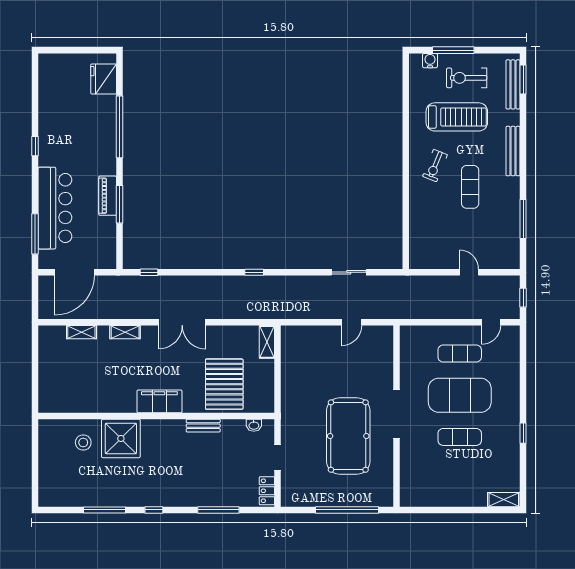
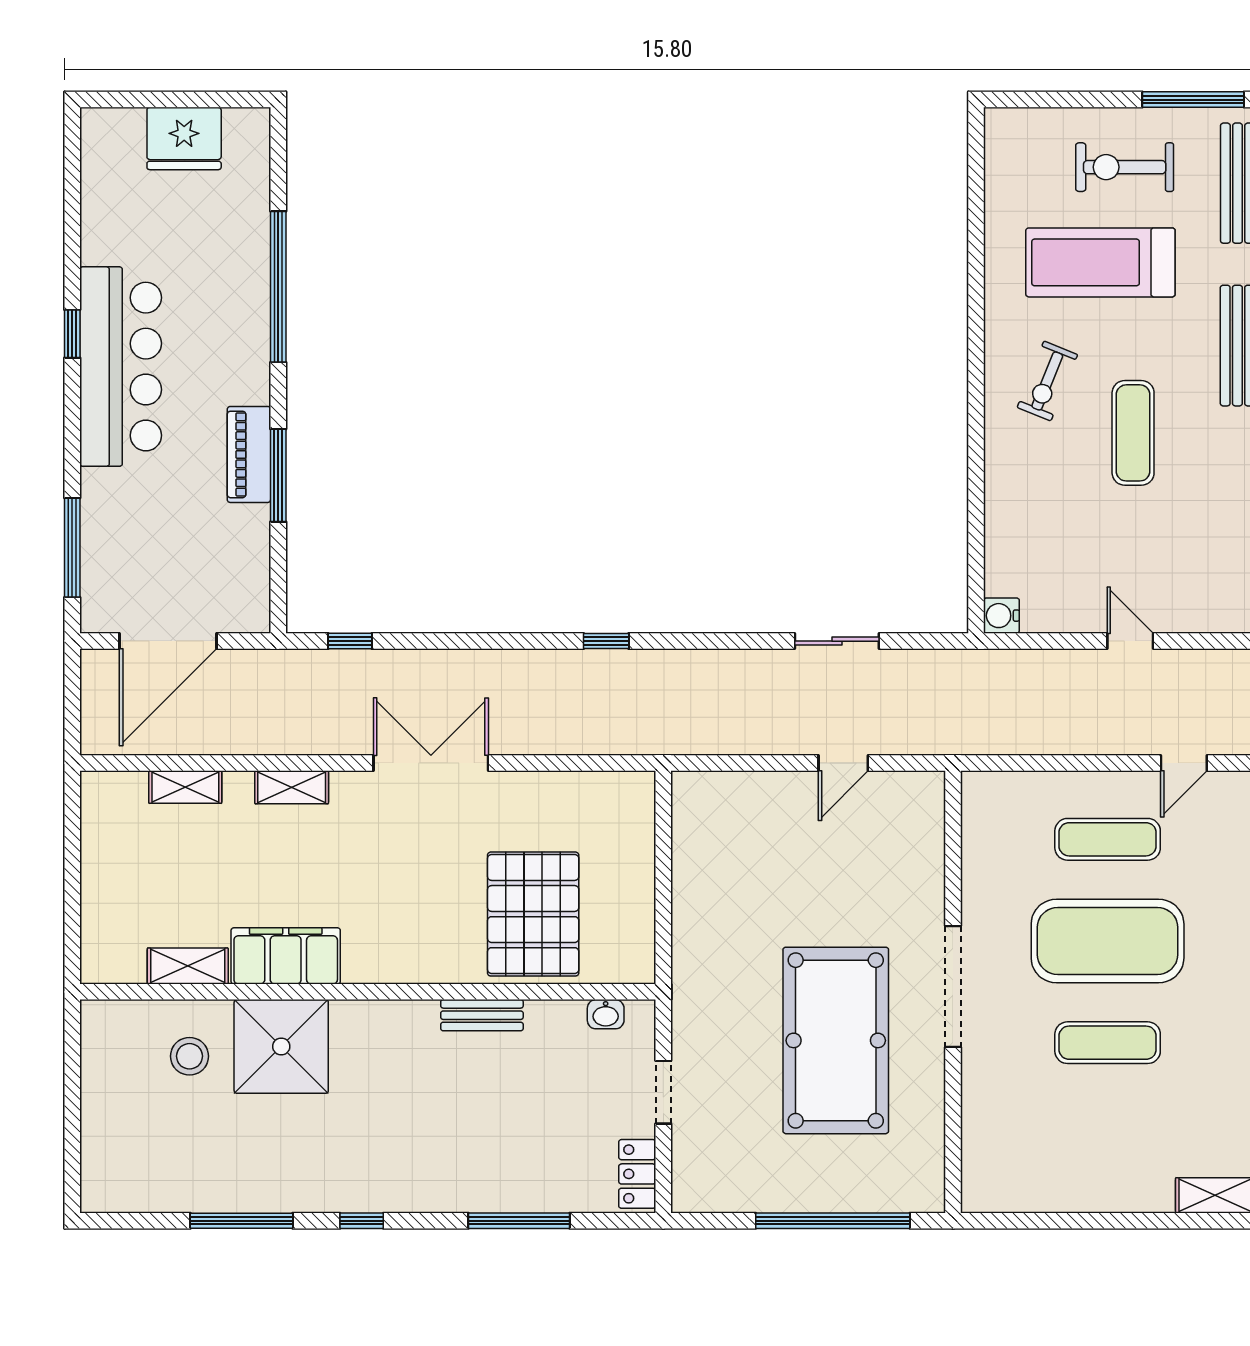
window: (453, 50) -> (1193, 100), moved
water cooler: (430, 61) -> (1001, 616), moved, turned -90
fridge: (104, 79) -> (184, 138), moved, turned -90
treadmill: (457, 117) -> (1100, 262), turned 180
bar counter: (55, 208) -> (121, 367), moved
double door: (182, 322) -> (431, 763), swing flipped
shelving: (267, 342) -> (188, 966), moved, turned 90
filing cabinet: (159, 401) -> (286, 956), moved

